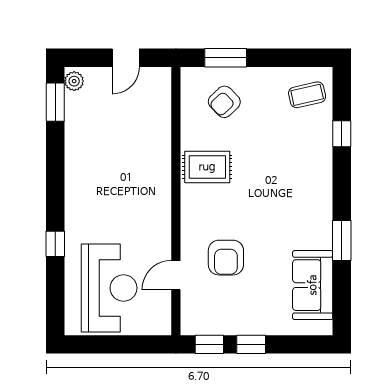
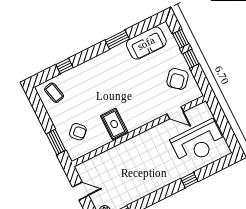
armchair: (226, 258) -> (178, 79), moved, turned 131
reception desk: (109, 288) -> (198, 143), turned 180
window: (209, 344) -> (181, 39), moved

